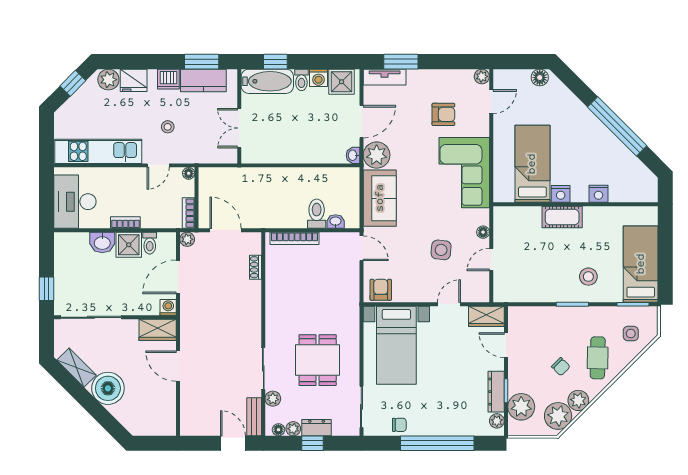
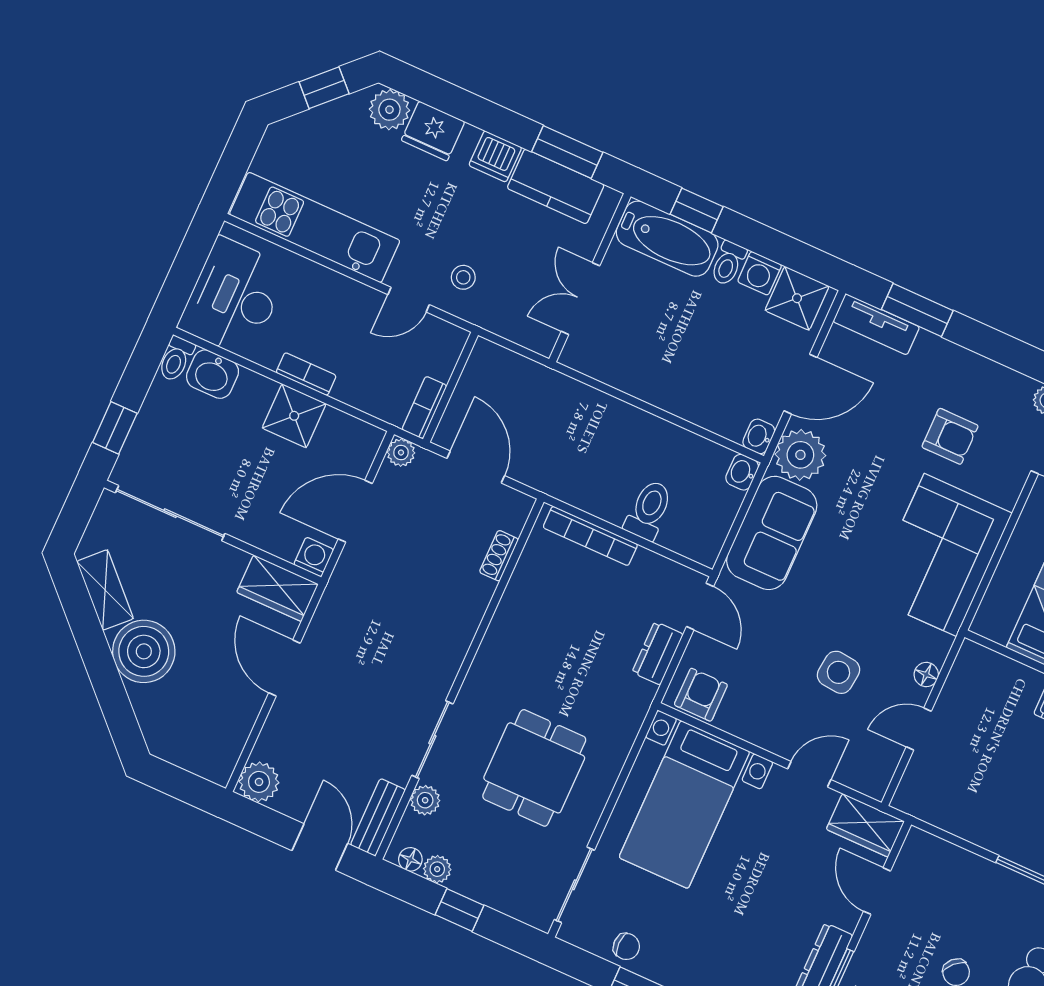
stool: (168, 127) -> (463, 277), moved
floor lamp: (189, 173) -> (456, 338), removed
washbasin: (336, 221) -> (742, 472), moved, turned -90
washbasin: (102, 242) -> (213, 374), moved
toilet: (150, 243) -> (176, 359), moved
plant: (190, 425) -> (259, 782), added
dresser: (317, 428) -> (658, 653), moved, turned -90

